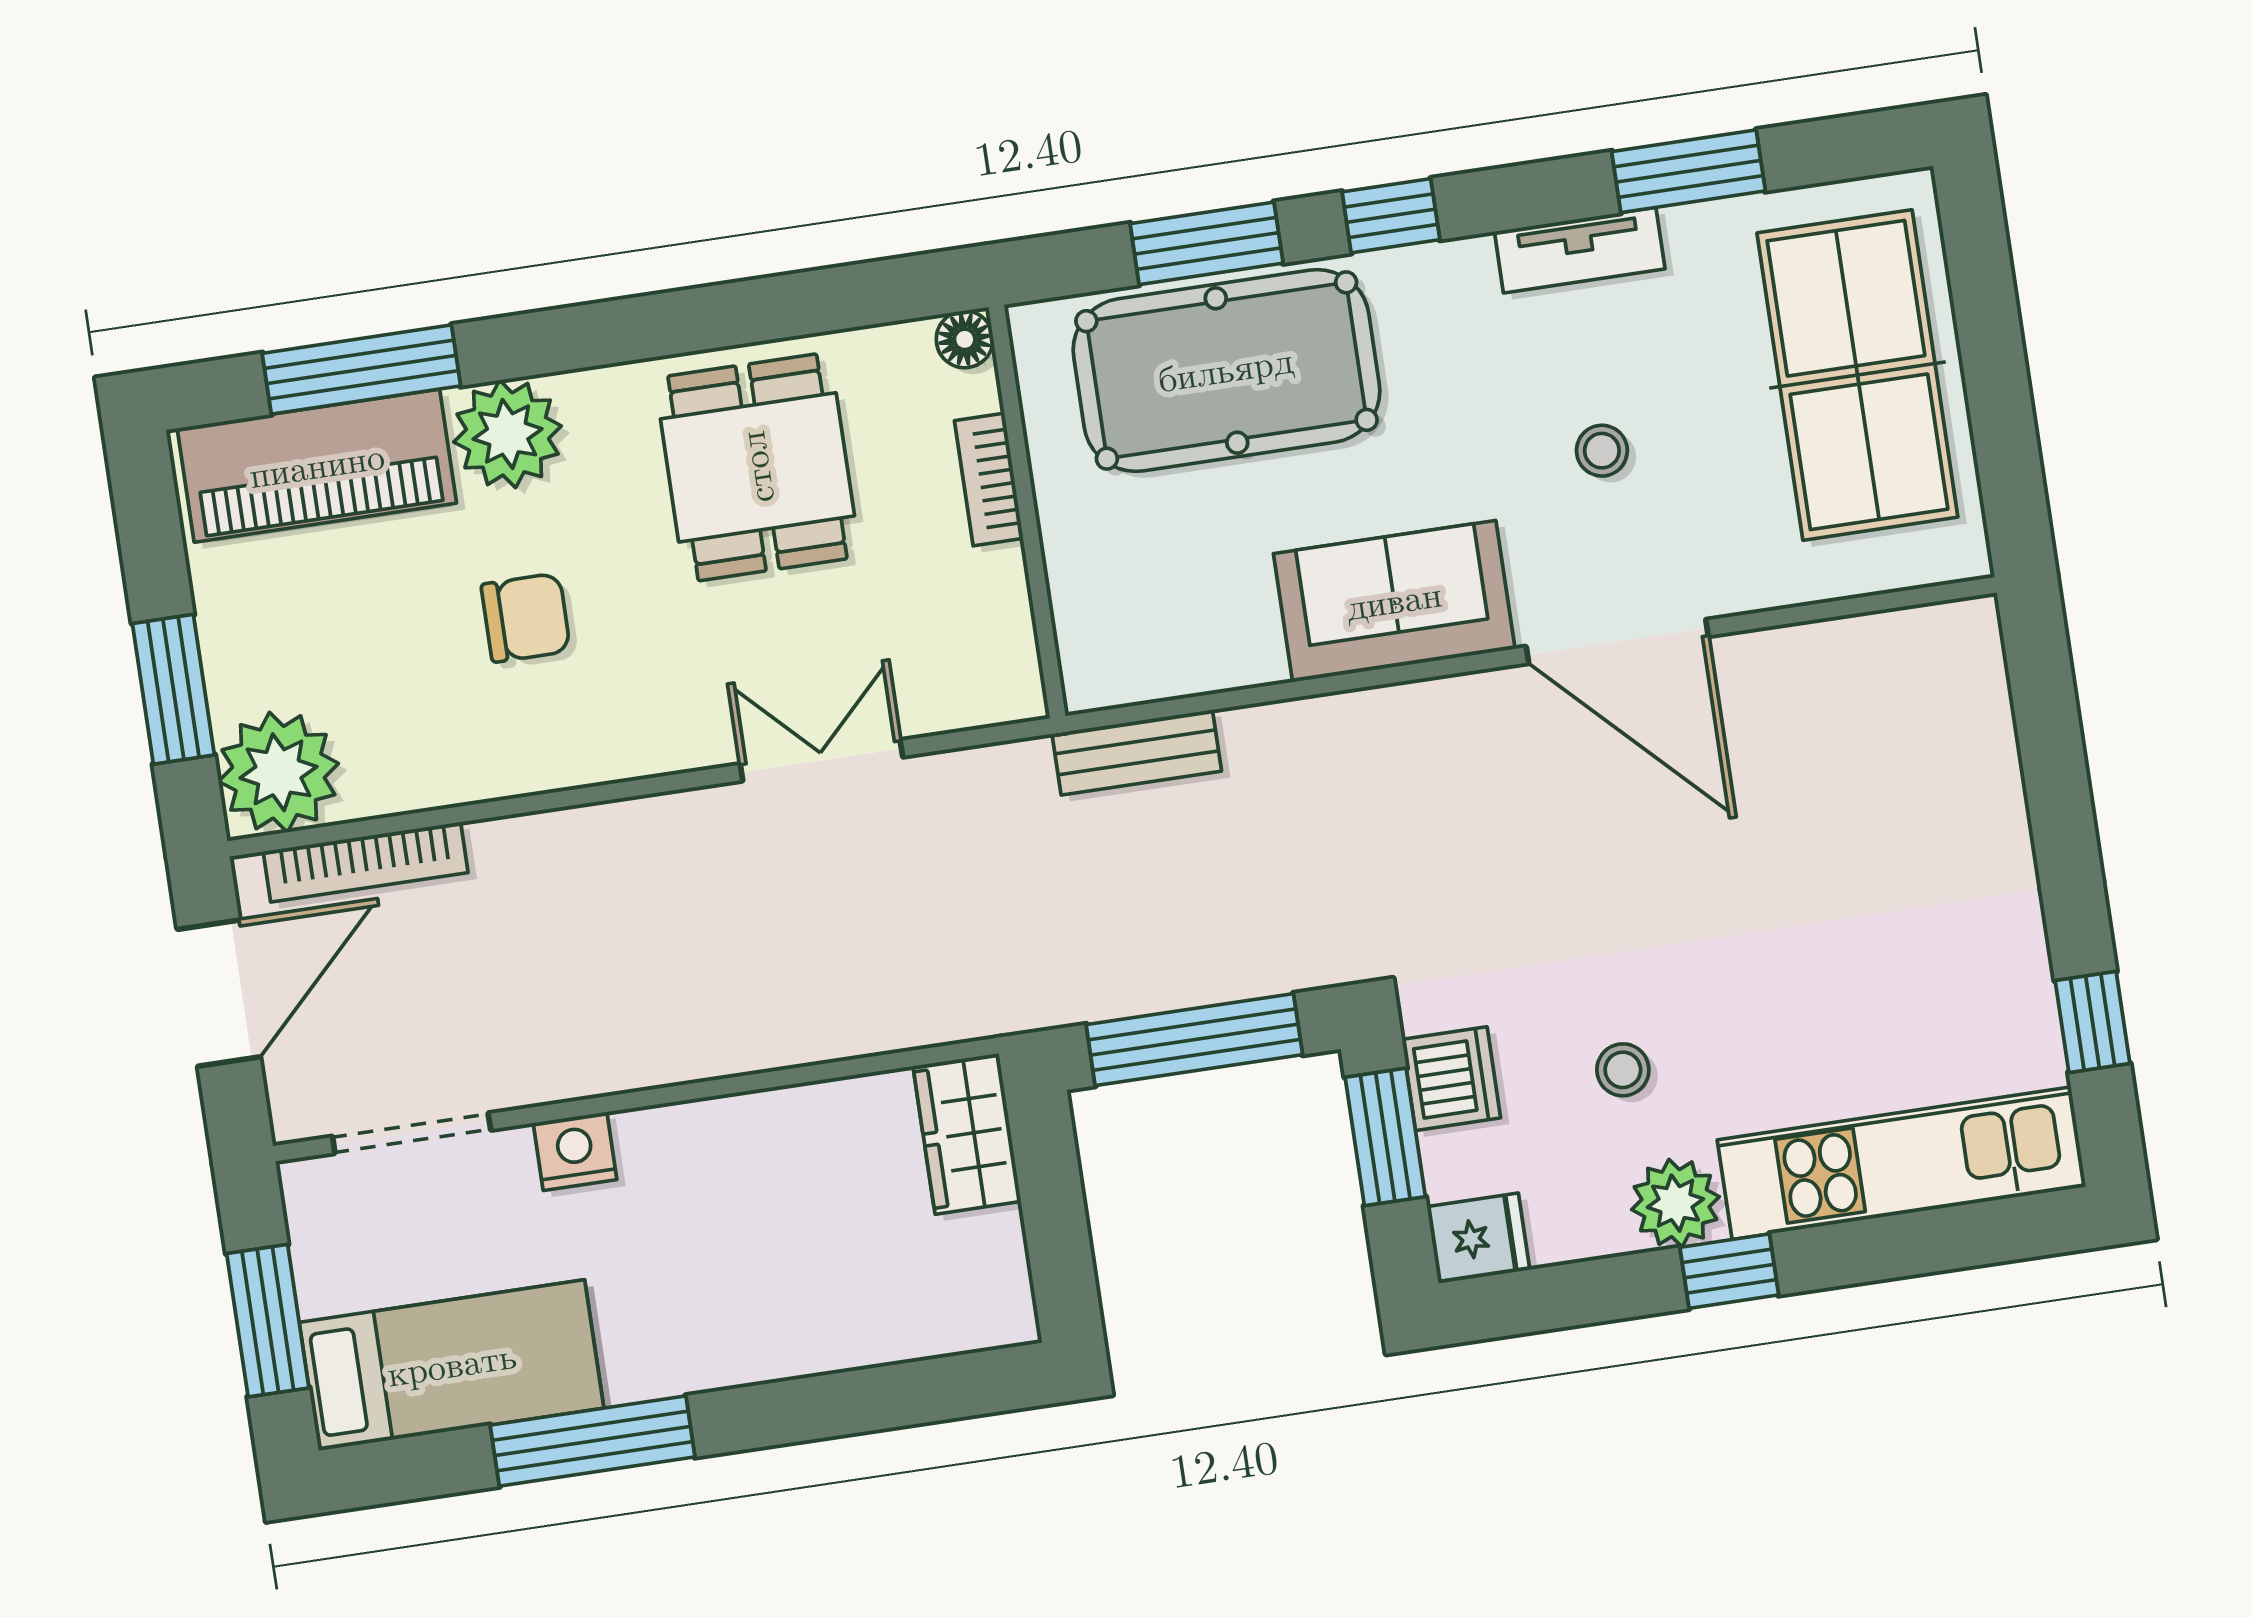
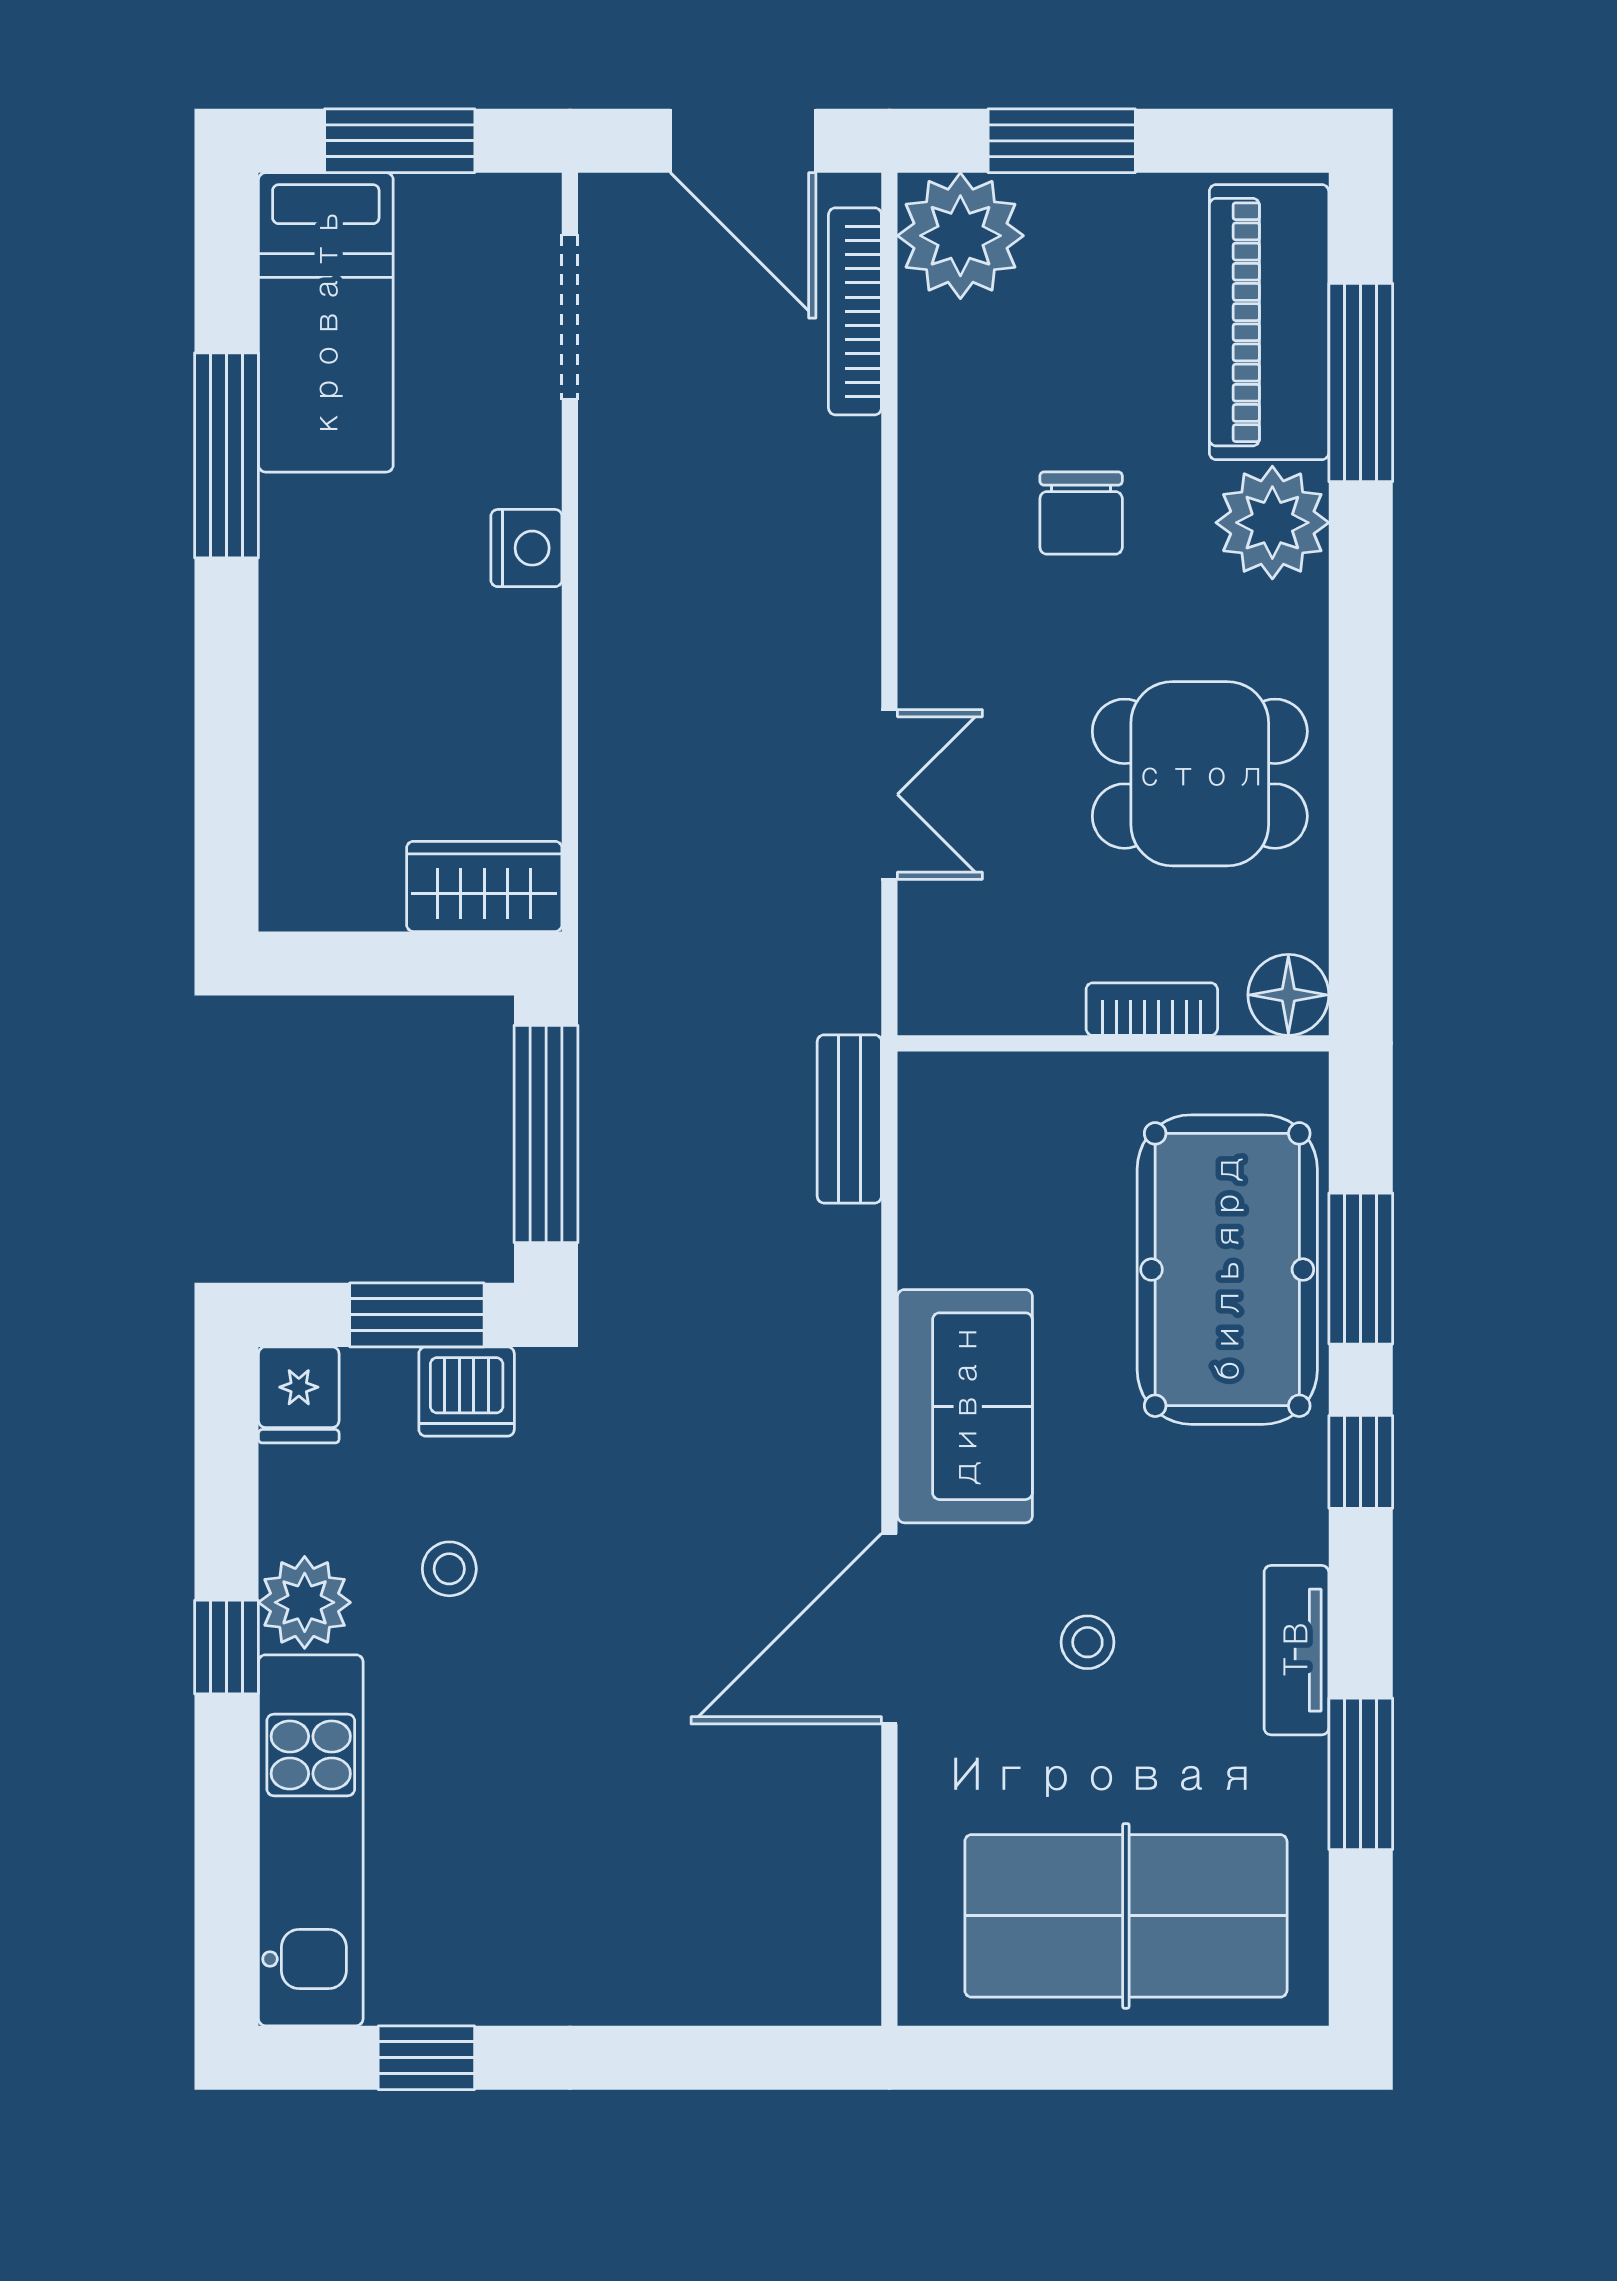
floor lamp: (965, 339) -> (1288, 995), width x1.37, depth x1.37
nightstand: (575, 1151) -> (526, 548), moved

